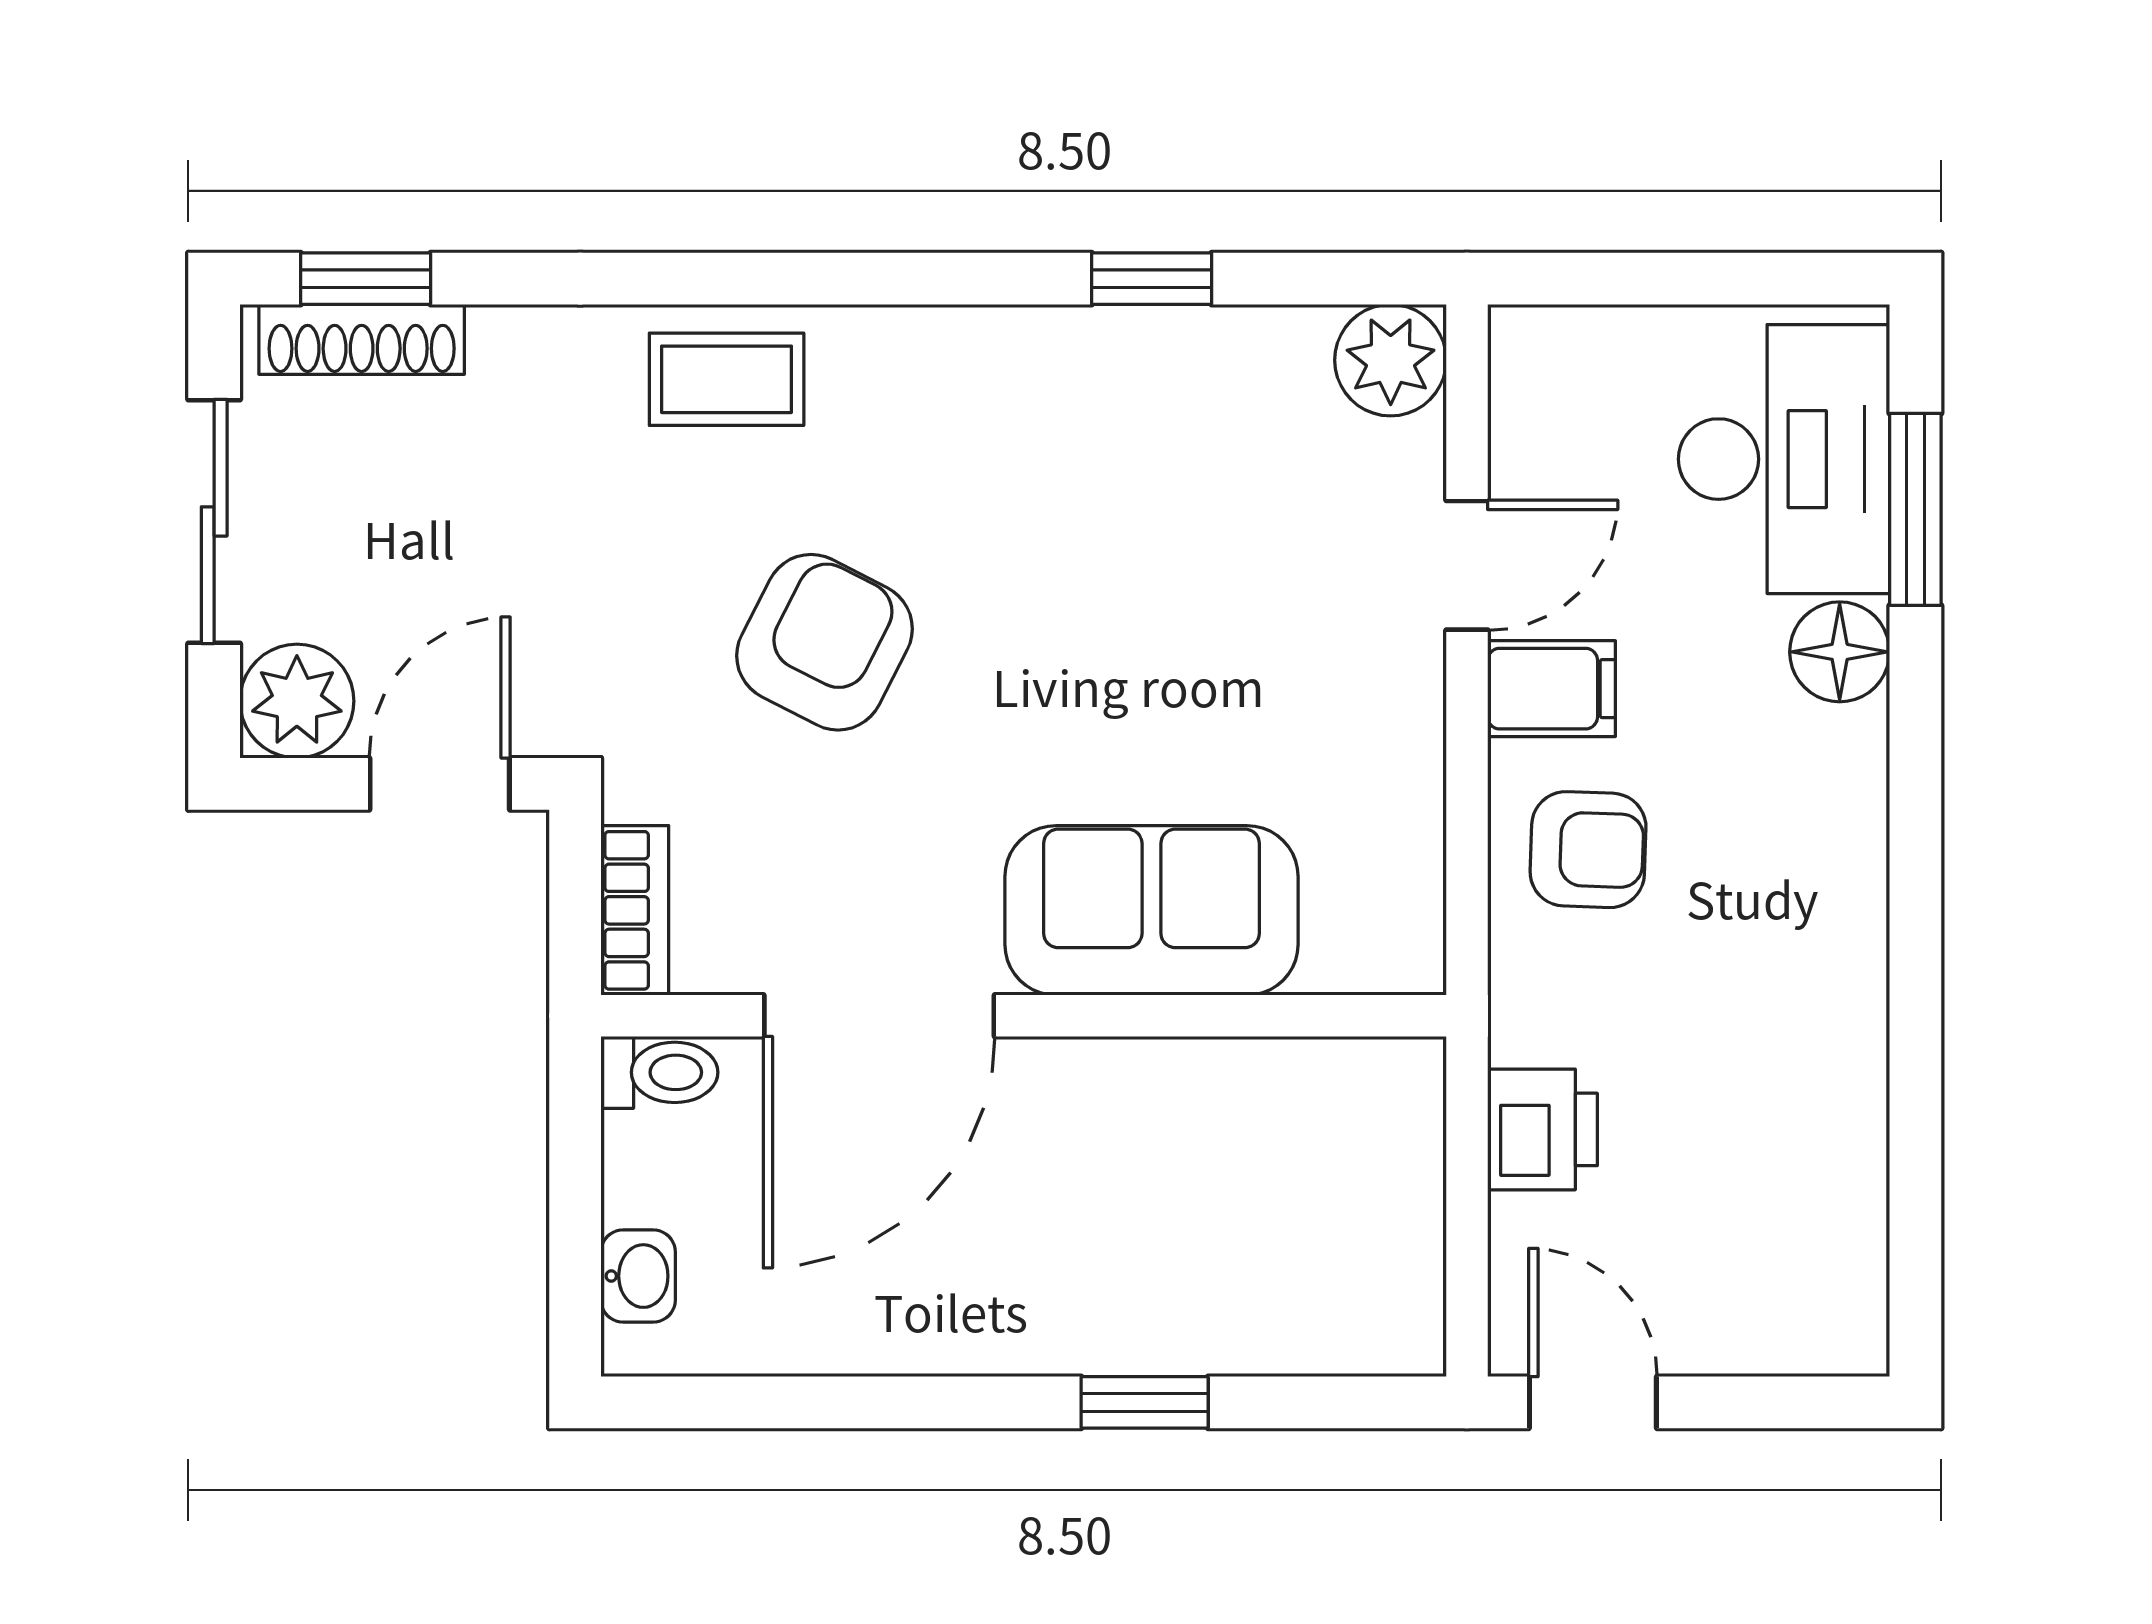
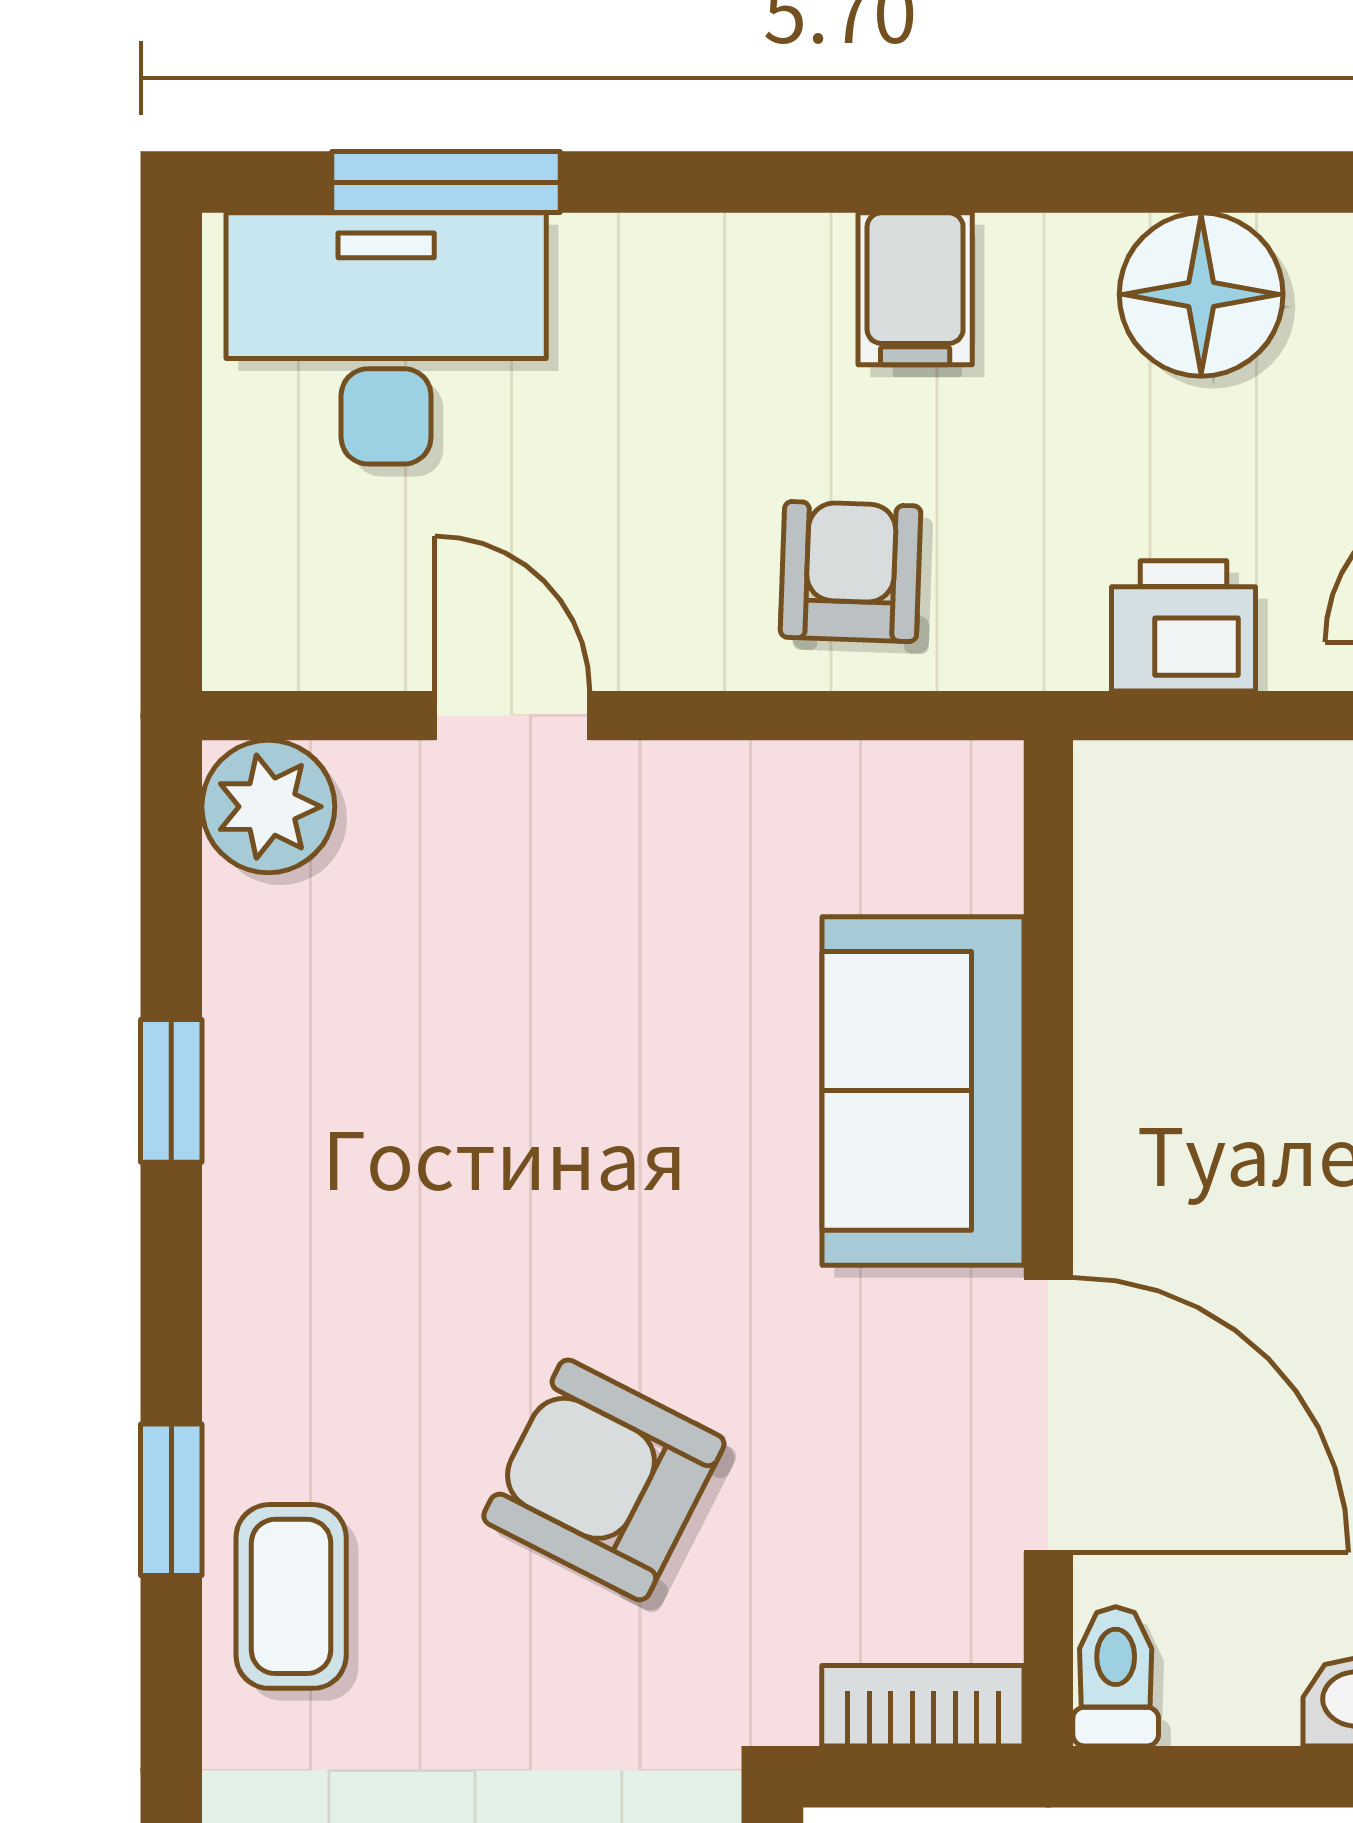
window: (808, 279) -> (171, 1500), added
floor lamp: (1840, 652) -> (1201, 294), moved, width x1.38, depth x1.38
filing cabinet: (1551, 689) -> (915, 289), moved, turned 180

